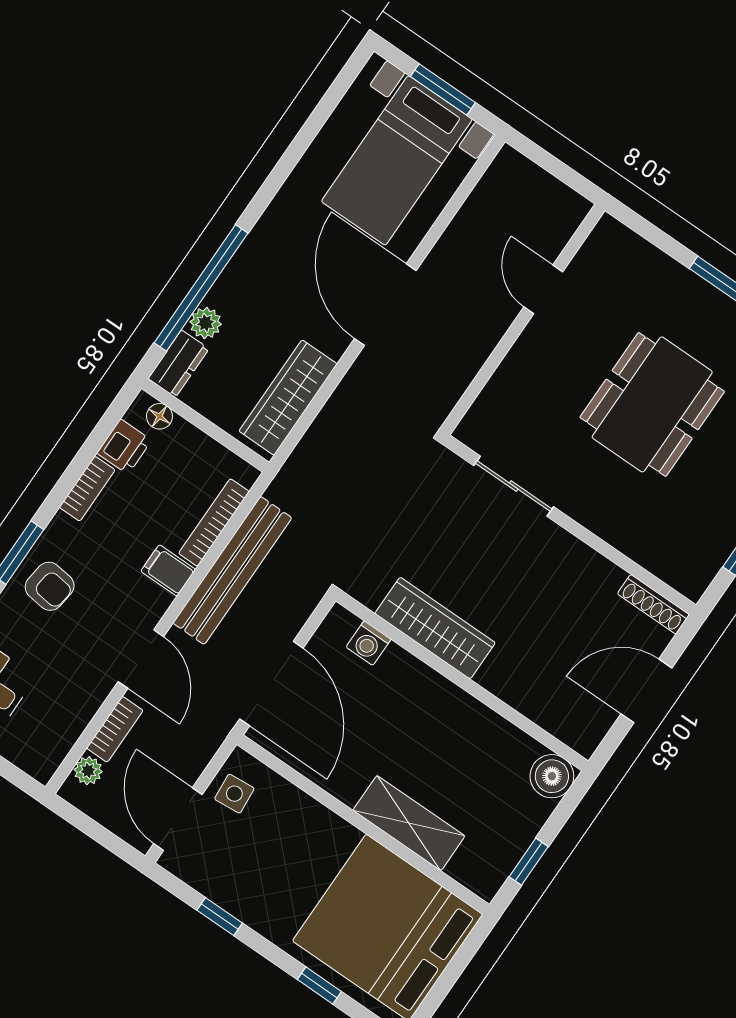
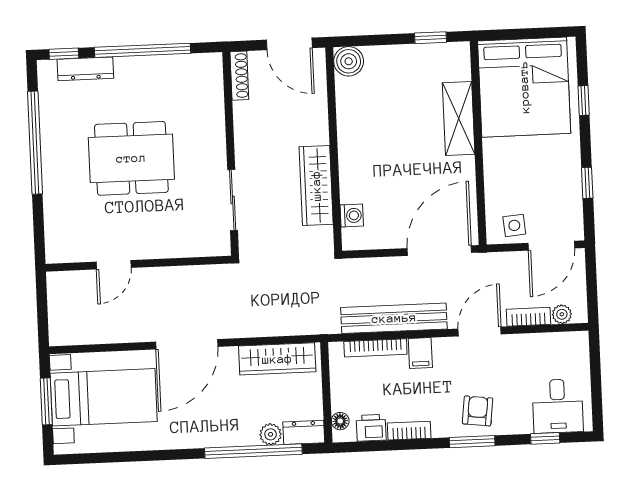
wardrobe: (435, 628) -> (316, 186), moved
washing machine: (369, 643) -> (352, 216), moved
wall: (462, 681) -> (334, 149), moved
boiler: (552, 776) -> (349, 61), moved

